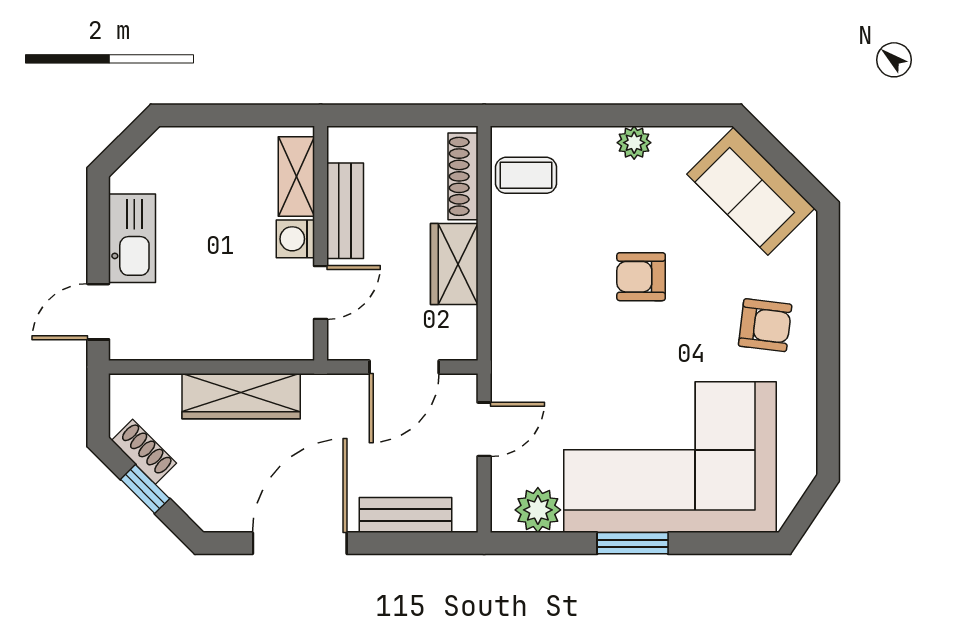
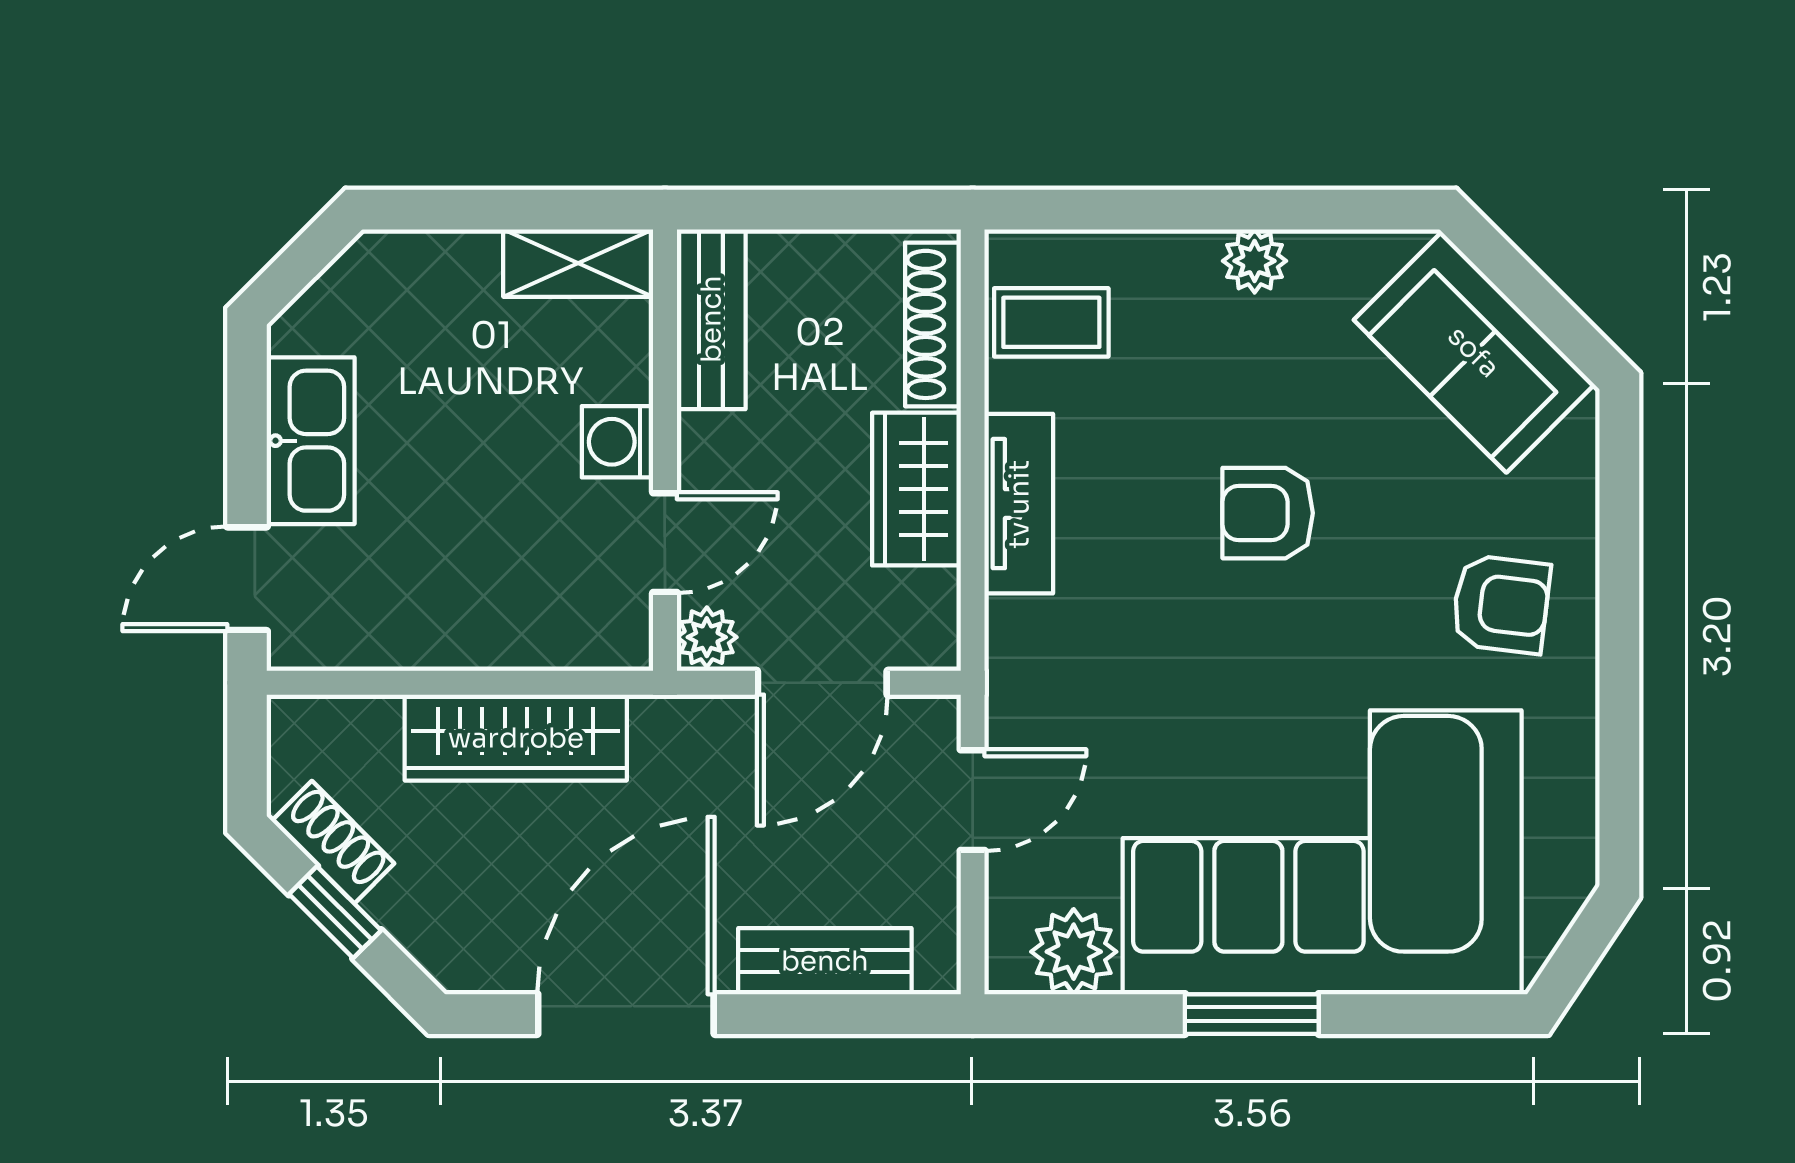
shelving: (296, 177) -> (578, 263), moved, turned 90
bench: (345, 211) -> (711, 319), moved
tv unit: (509, 272) -> (1019, 504), added
plant: (343, 343) -> (707, 637), added

